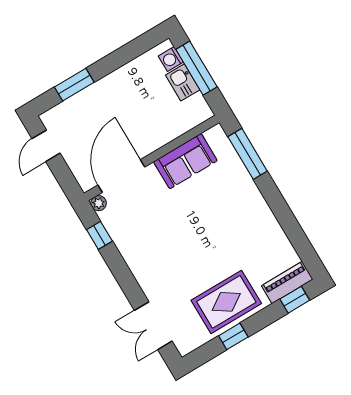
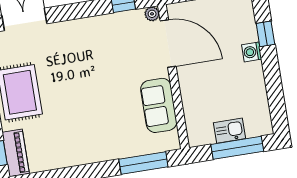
washing machine: (171, 59) -> (252, 52), moved, turned -90
window: (74, 85) -> (265, 34), width x0.67

